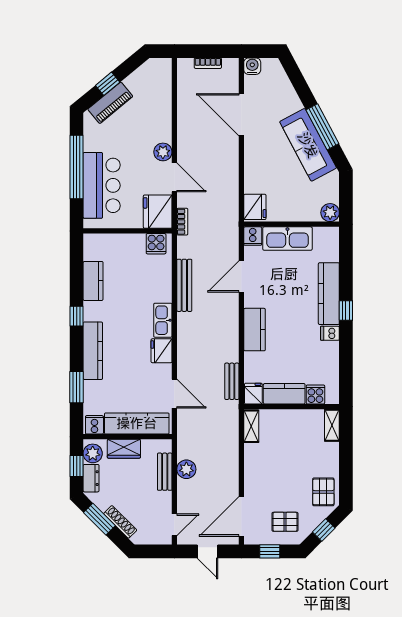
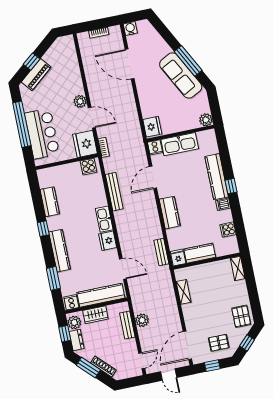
cooker: (315, 394) -> (228, 230), moved, turned -90
shelving: (251, 426) -> (184, 292), moved

